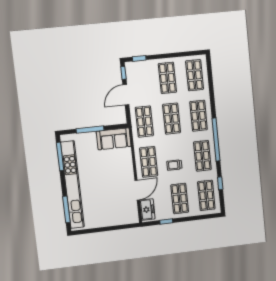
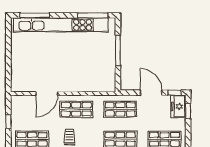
sofa: (114, 139) -> (105, 74), removed
door: (137, 190) -> (47, 94), hinge flipped
freezer: (147, 209) -> (178, 106), moved, turned 90

